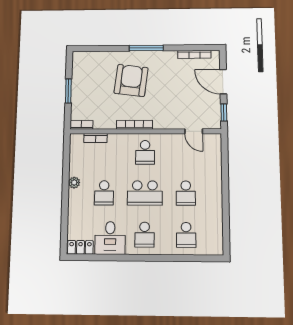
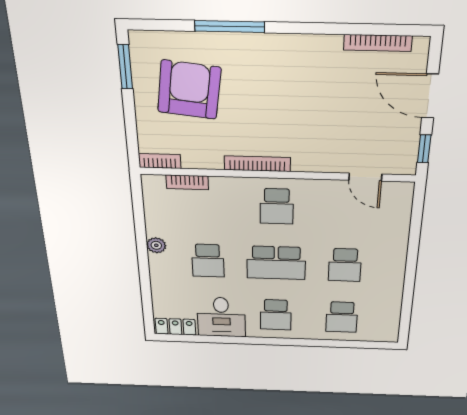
window: (146, 48) -> (230, 26), moved
armchair: (131, 80) -> (189, 90), moved
window: (68, 91) -> (125, 67), moved

